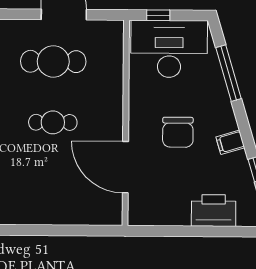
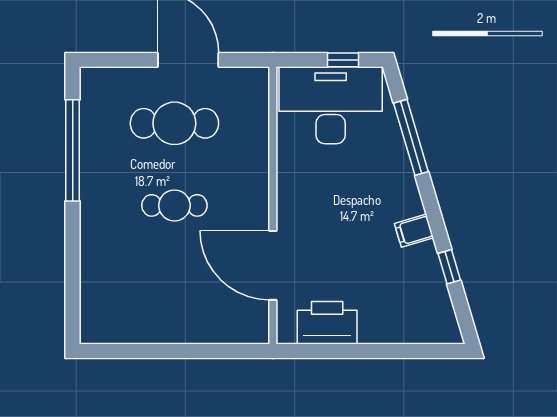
window: (158, 15) -> (343, 60), moved
chair: (178, 132) -> (343, 218), removed
printer: (214, 211) -> (327, 323), moved

